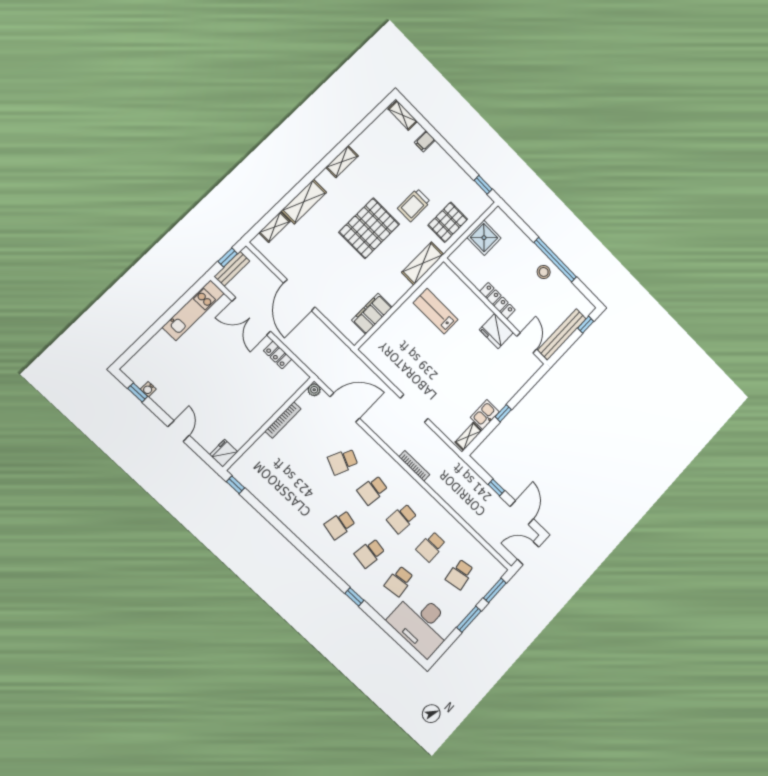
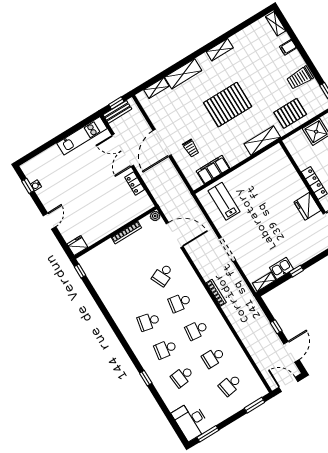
trolley: (414, 205) -> (300, 78), moved
trolley: (337, 293) -> (191, 148), added
lab bench: (436, 311) -> (224, 201), moved
school desk: (343, 461) -> (163, 275), turned -48
window: (469, 619) -> (208, 434), moved
desk: (421, 624) -> (191, 421), width x0.73, depth x0.77

